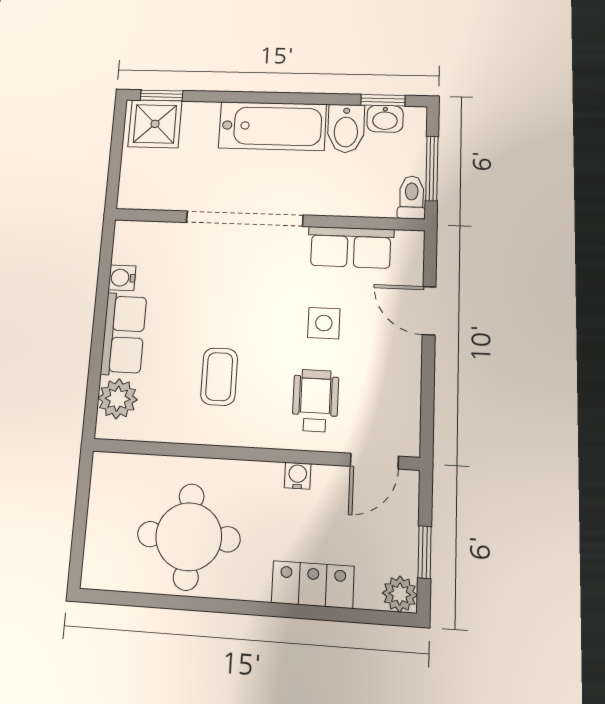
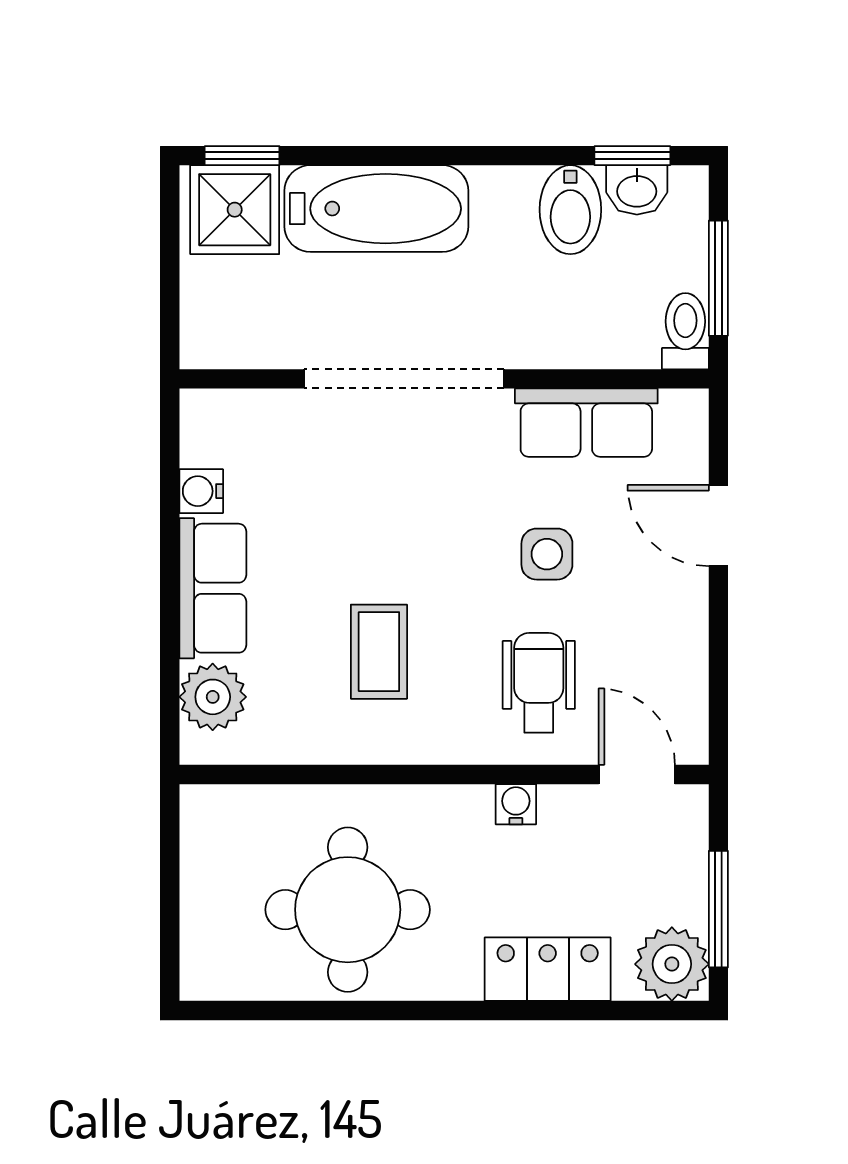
bathtub: (272, 126) -> (376, 209), moved
door: (374, 461) -> (637, 774), swing flipped
window: (425, 552) -> (718, 909), width x1.50
plant: (400, 594) -> (672, 964), width x1.38, depth x1.38

